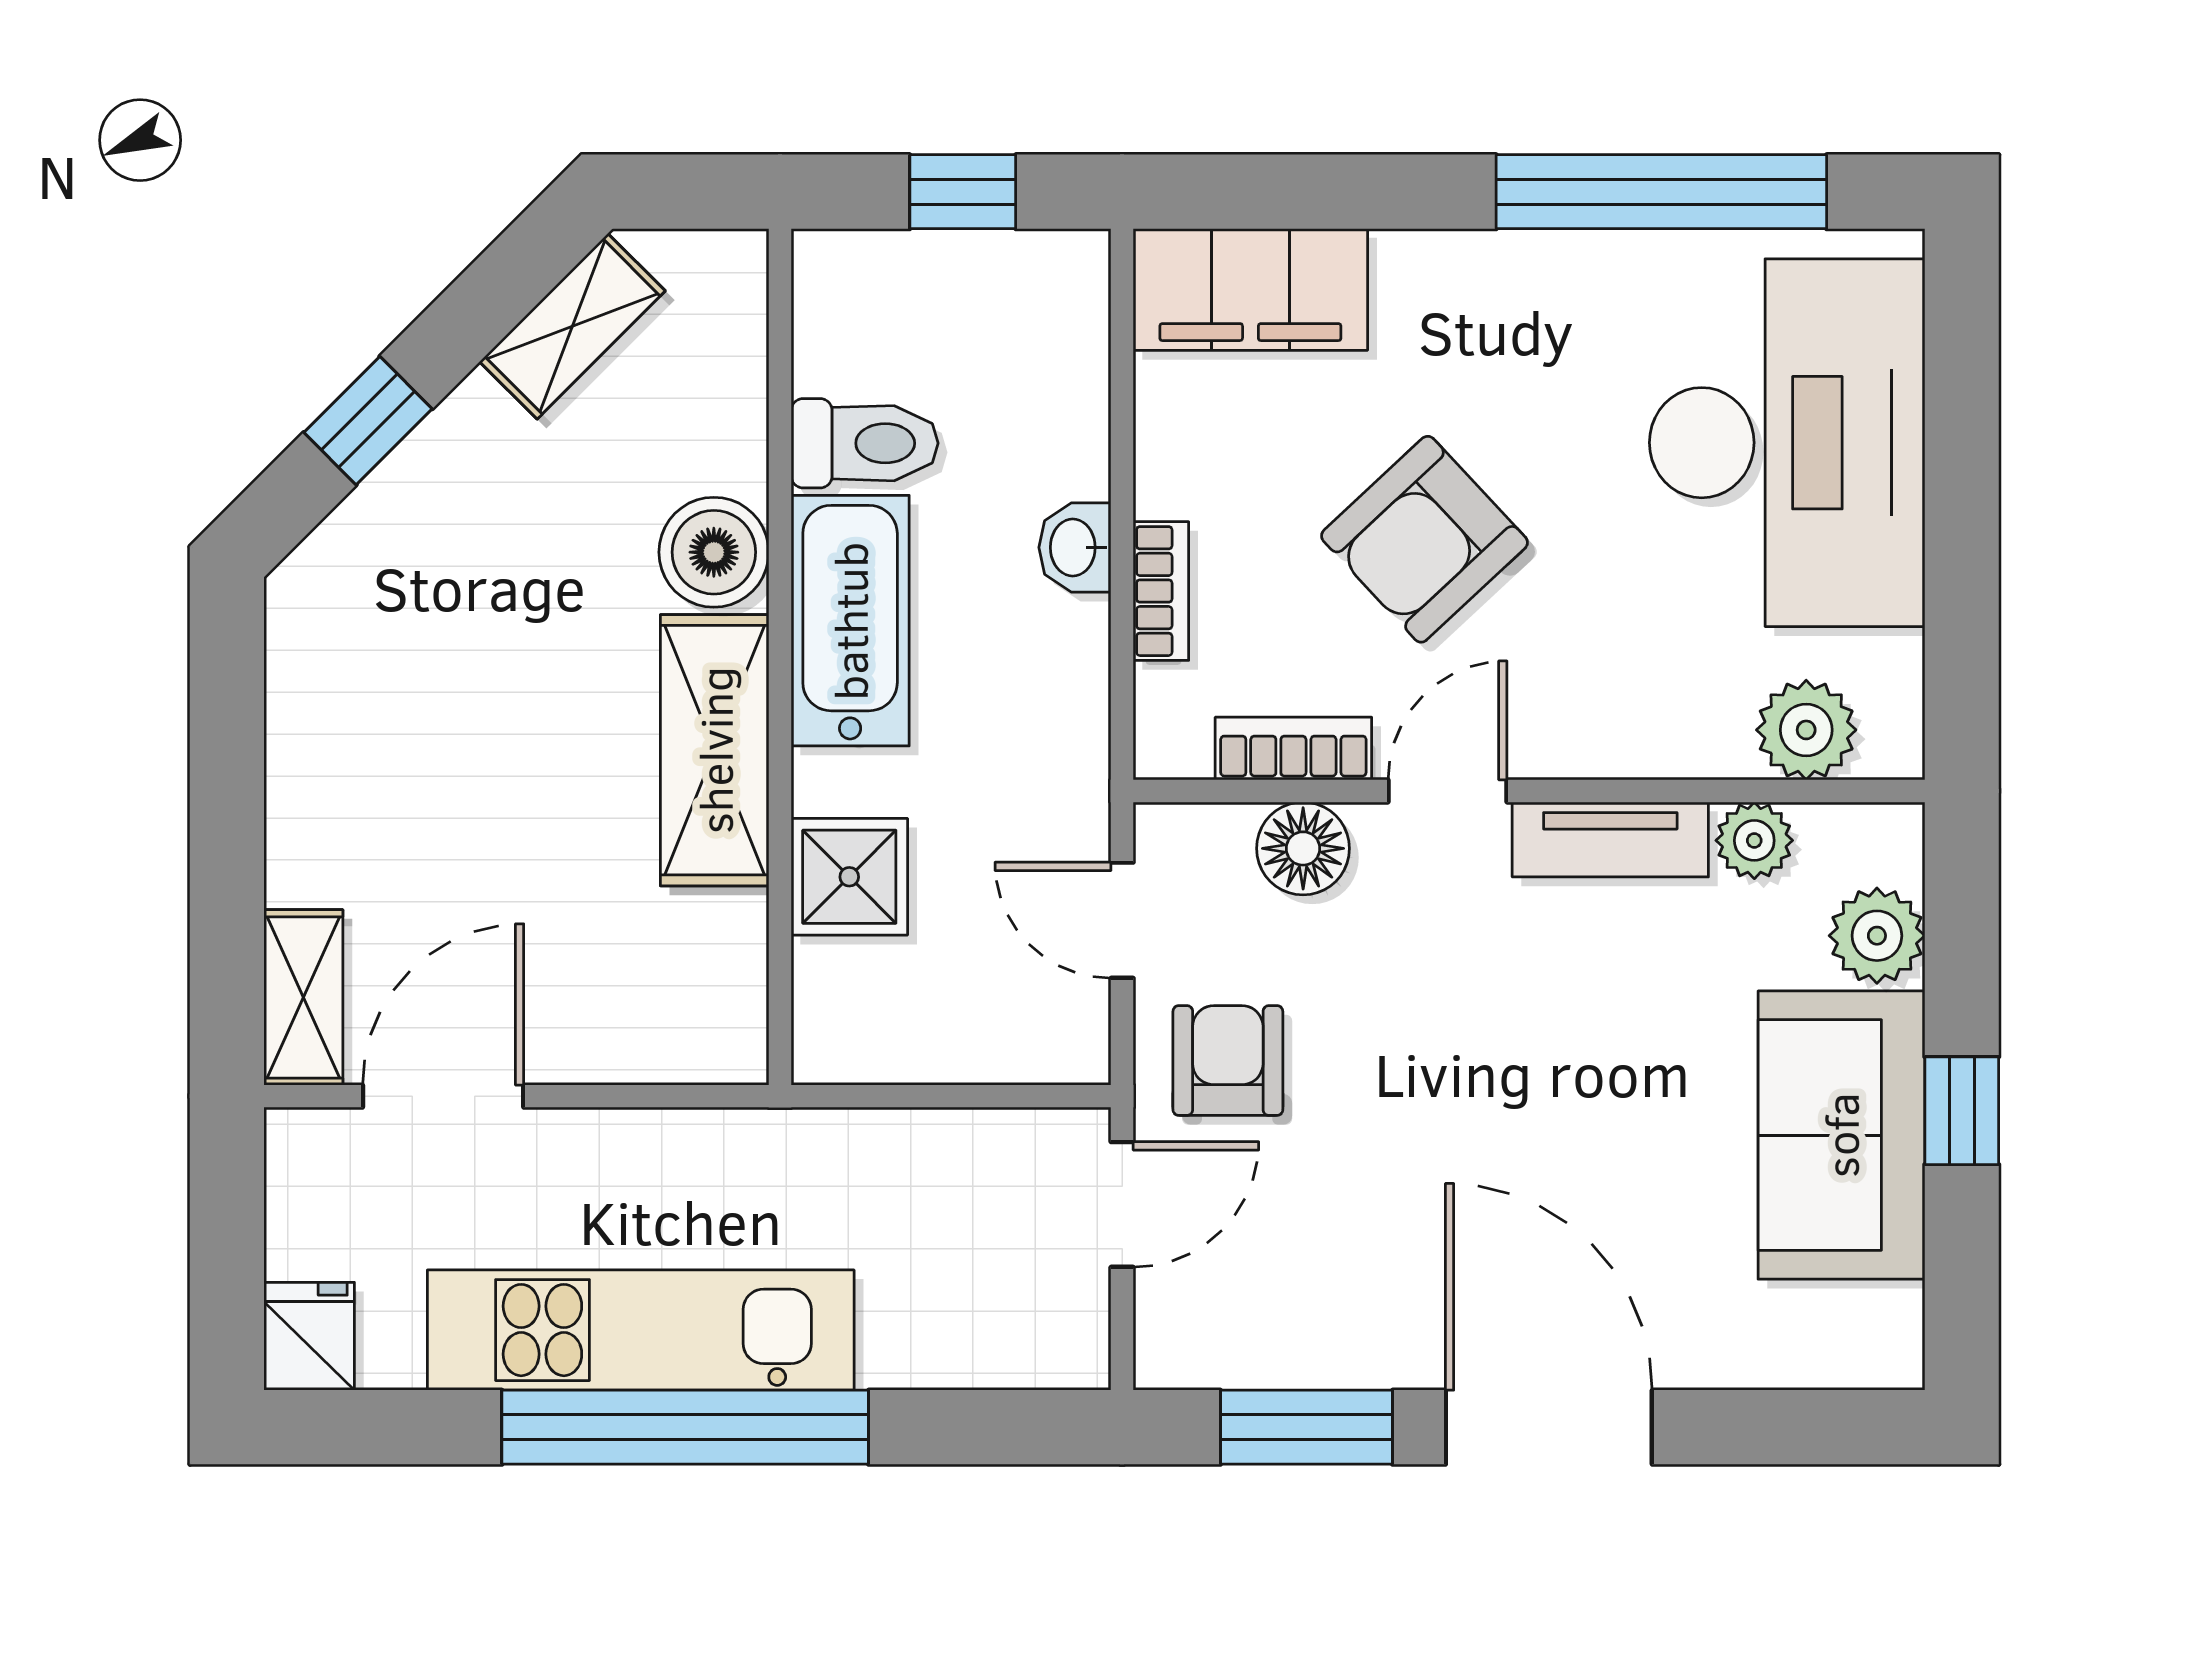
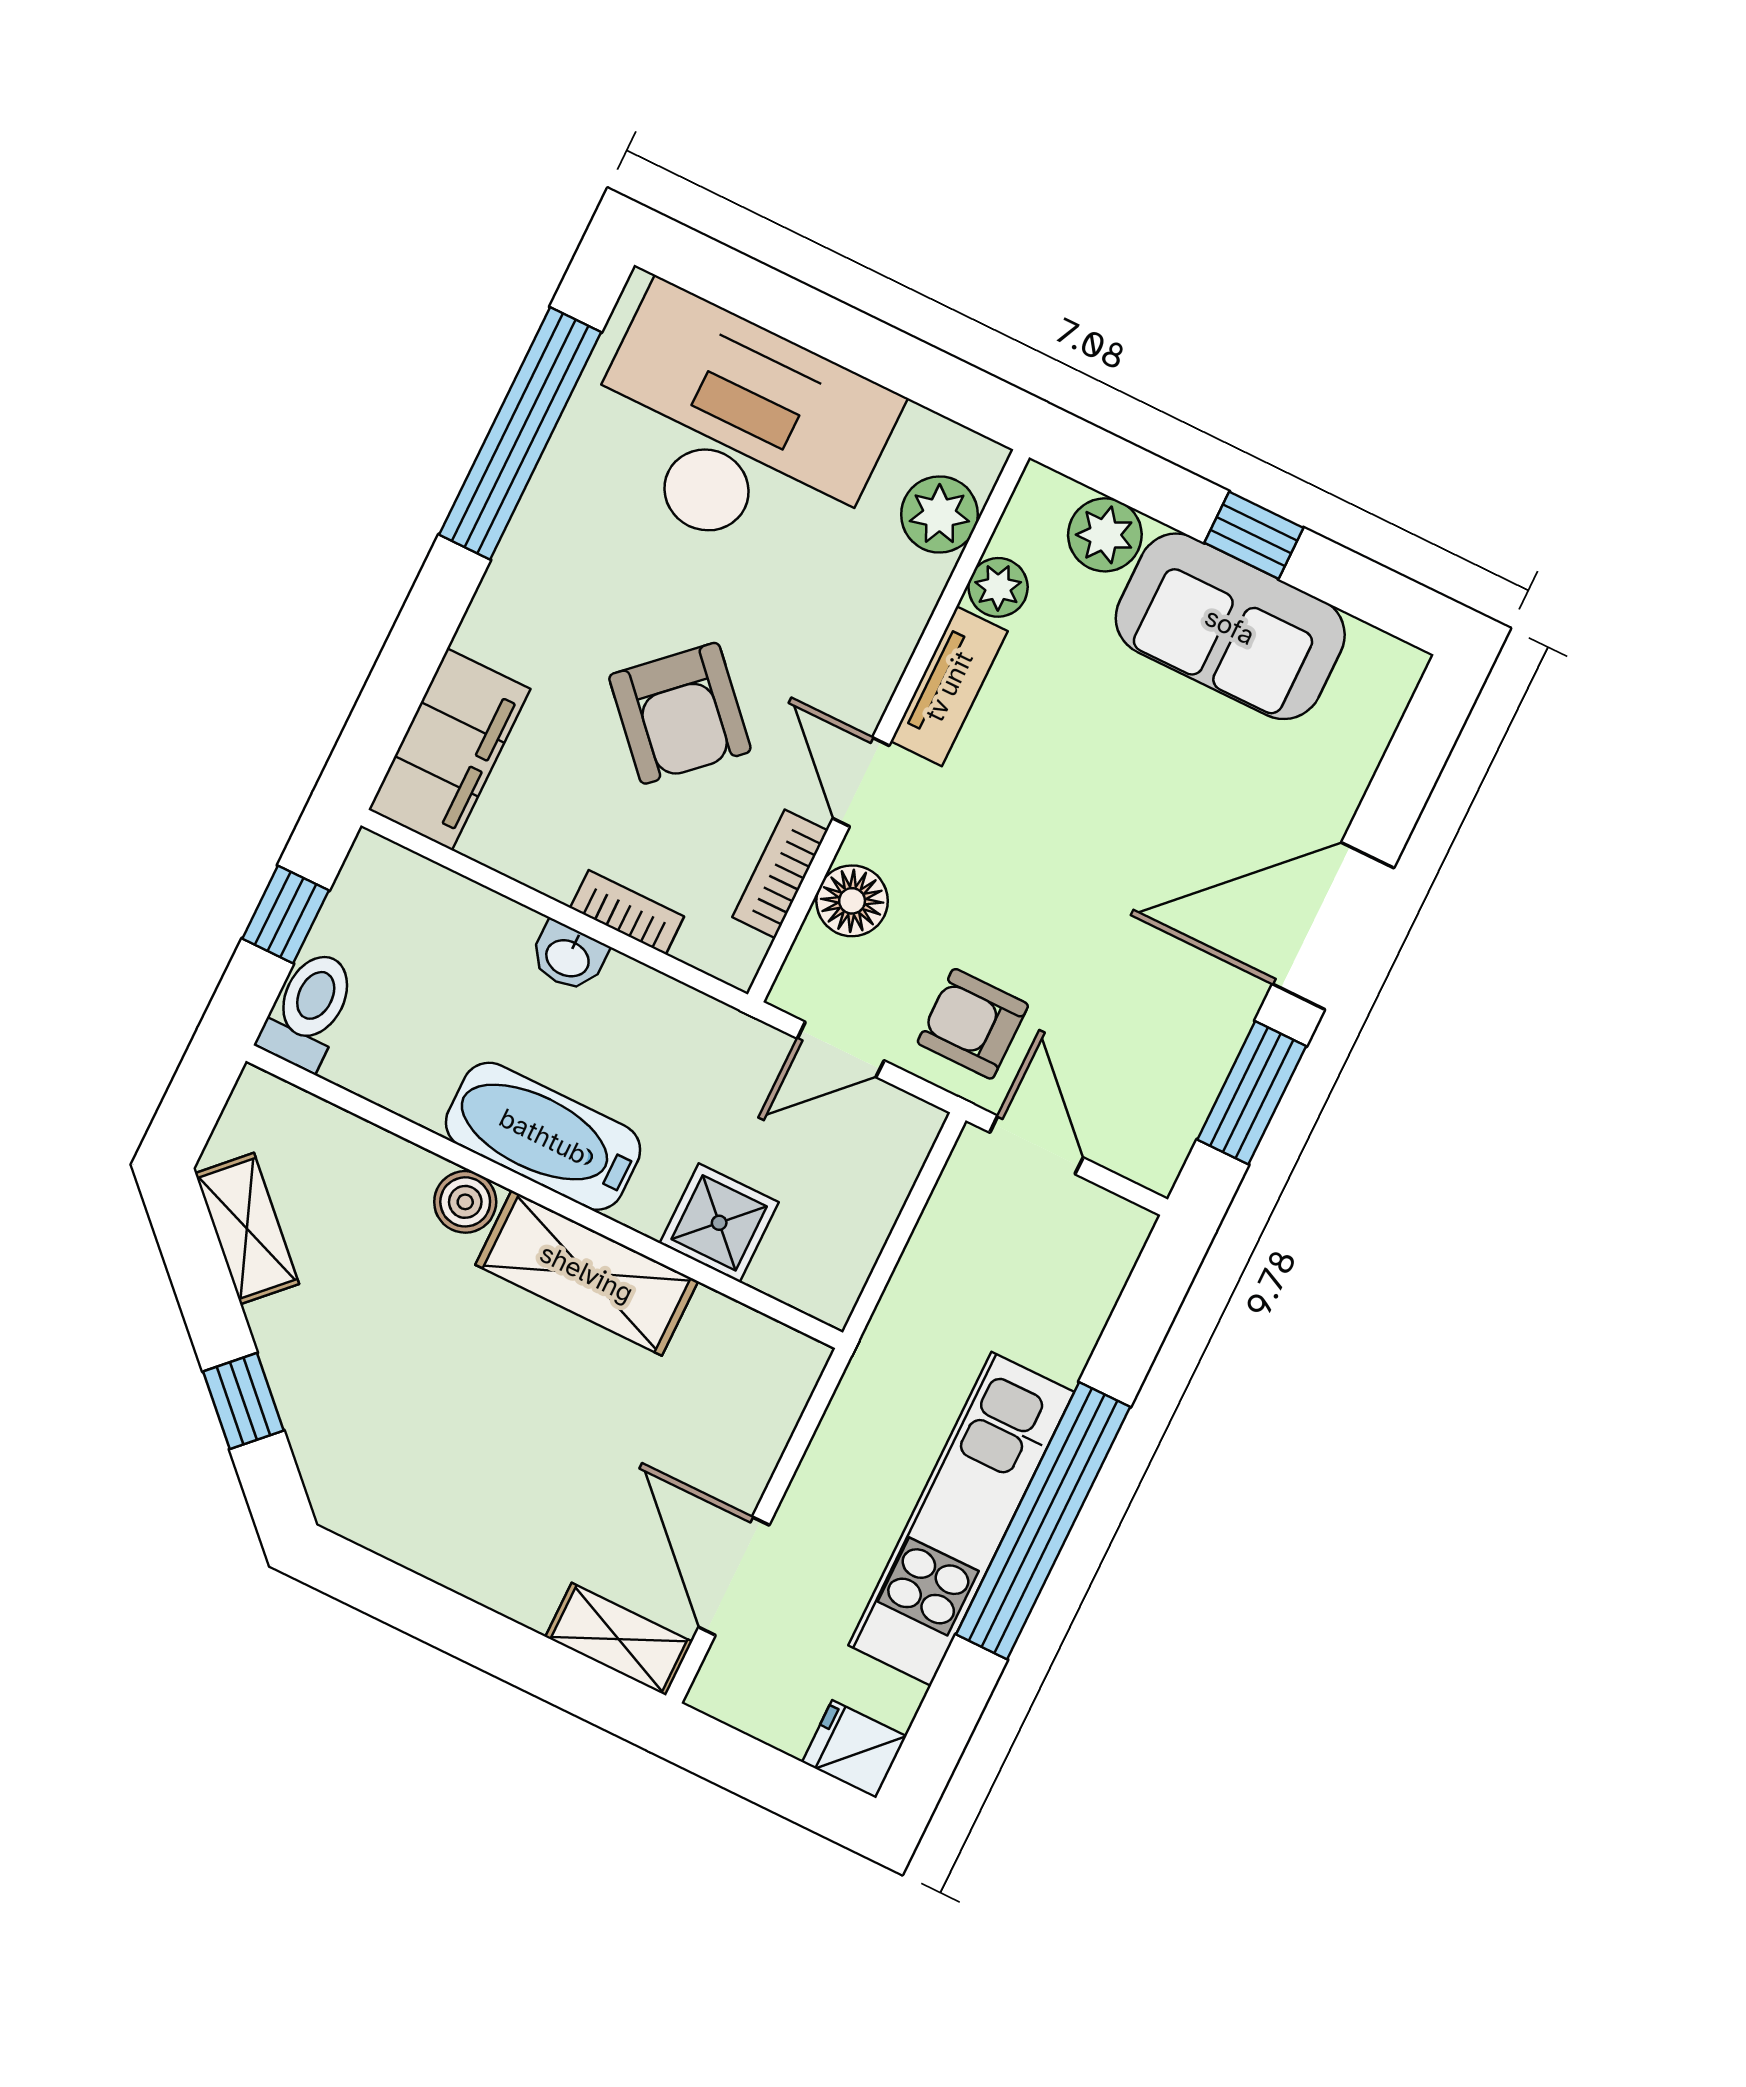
toilet: (865, 443) -> (309, 1010), moved
boiler: (714, 552) -> (465, 1202), width x0.73, depth x0.73

